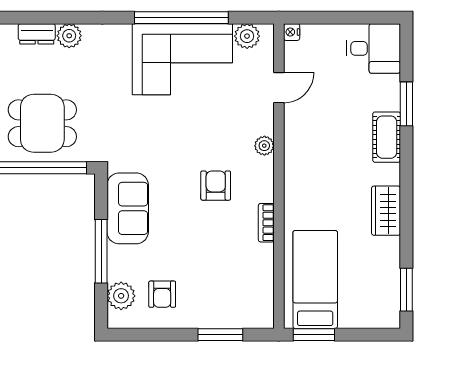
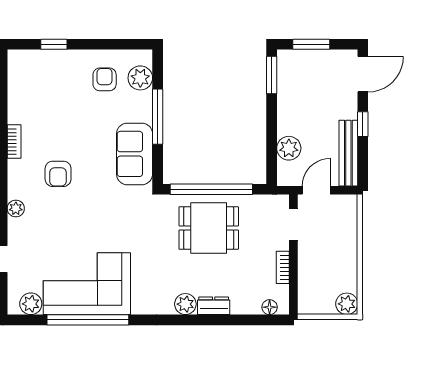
window: (220, 335) -> (54, 44), width x0.67

